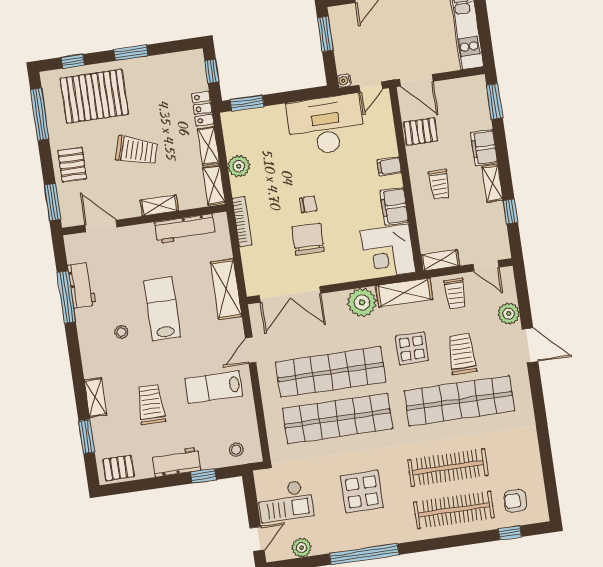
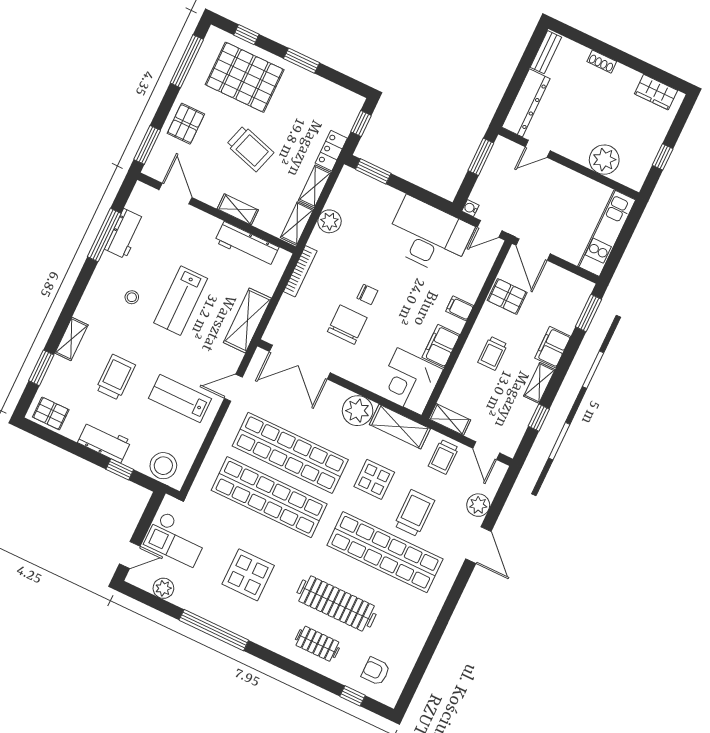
lab bench: (162, 309) -> (181, 301), turned 180
stool: (236, 450) -> (163, 466), width x1.89, depth x1.89
clothes rail: (454, 510) -> (317, 644), width x0.54, depth x0.76

